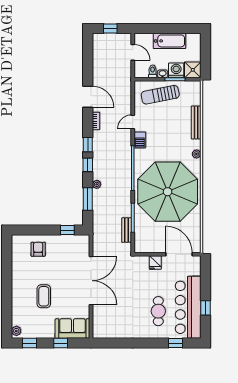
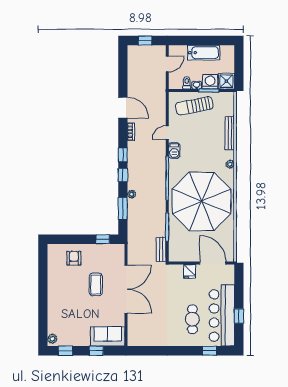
door: (133, 52) -> (167, 64), hinge flipped
bench: (127, 230) -> (161, 249), moved
coffee table: (44, 296) -> (96, 284), moved

